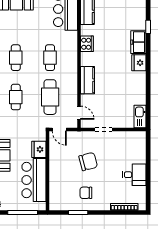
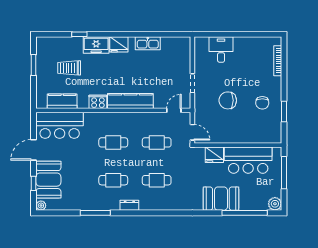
trolley: (118, 18) -> (69, 68), added
kitchen counter: (88, 80) -> (130, 101), width x1.50
cafe table: (50, 97) -> (157, 142), width x0.73, depth x0.74
kitchen sink: (140, 116) -> (148, 43), moved
door: (59, 129) -> (192, 132), hinge flipped
chair: (88, 161) -> (228, 100), turned -75
desk: (134, 175) -> (221, 50), moved

